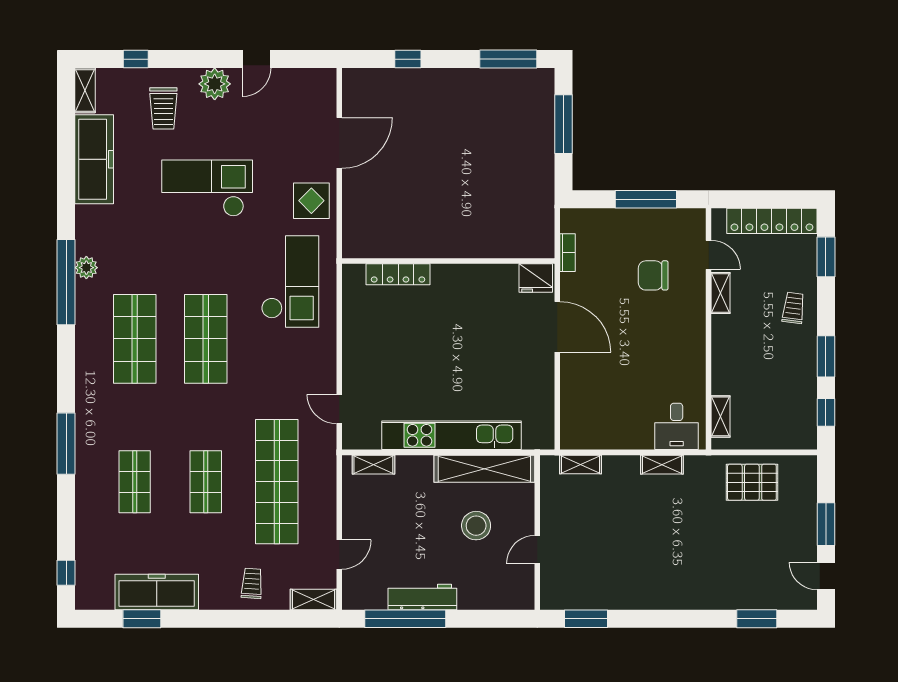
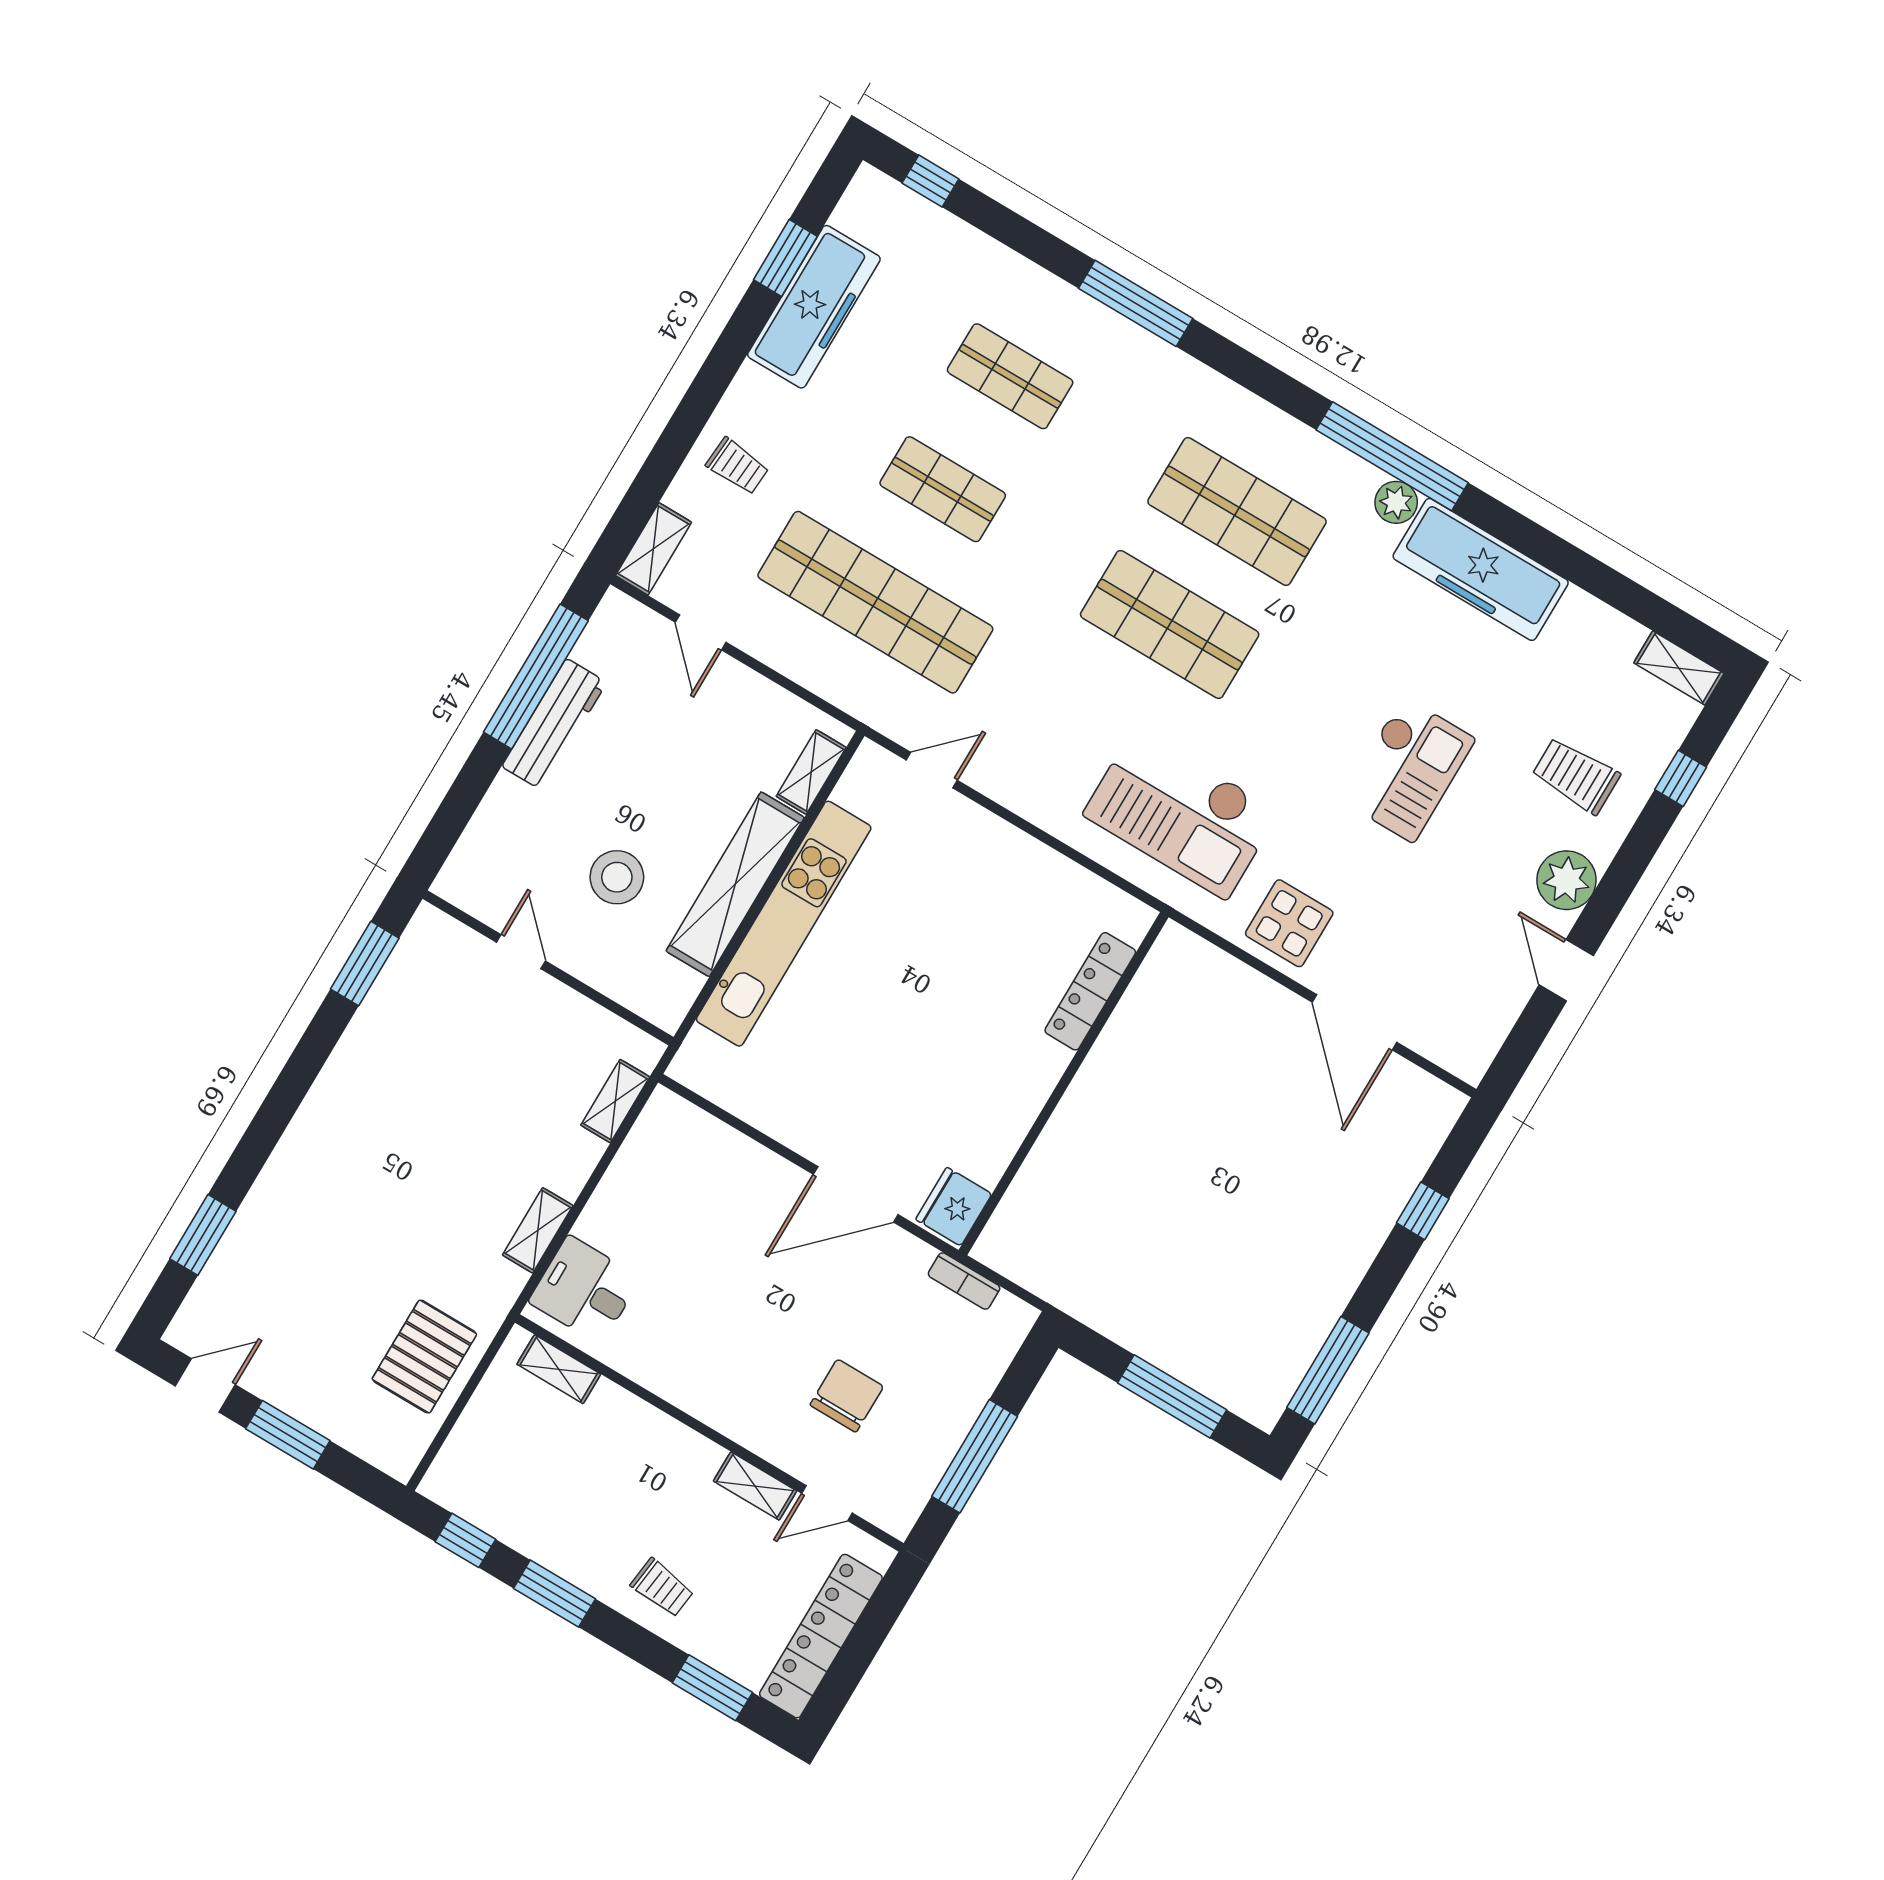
freezer: (94, 159) -> (1481, 569), moved
checkout: (207, 188) -> (1408, 769), width x0.73, depth x0.83
shelving: (484, 469) -> (735, 884), moved

